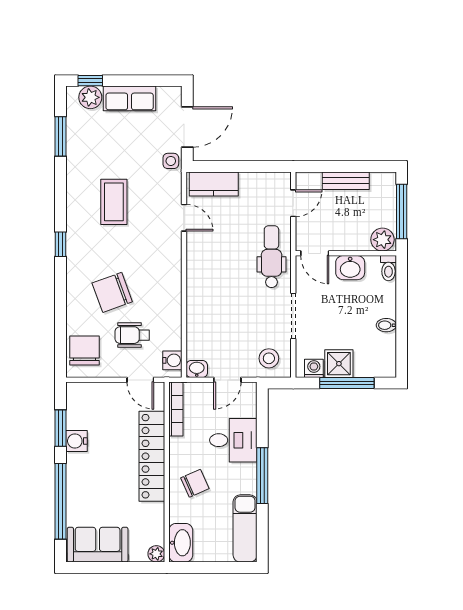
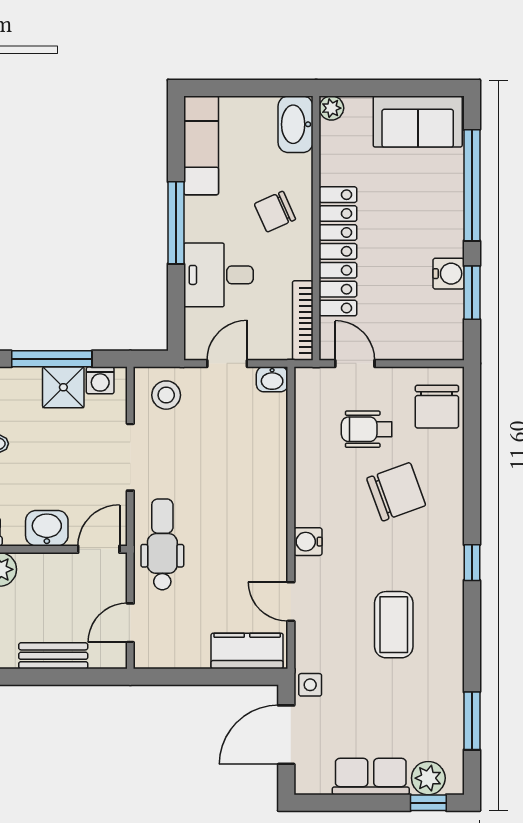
door: (315, 253) -> (99, 549), hinge flipped
dental chair: (271, 257) -> (162, 544), turned 180
wheelchair: (132, 335) -> (367, 429), turned 180
water cooler: (172, 360) -> (308, 542), moved

